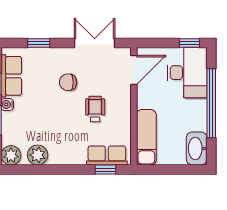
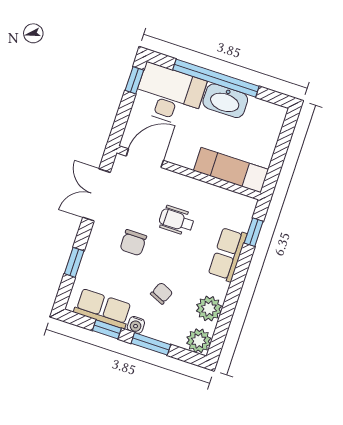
door: (134, 70) -> (145, 158), hinge flipped
chair: (37, 116) -> (162, 293), added
washbasin: (197, 148) -> (225, 101), moved
row of seats: (107, 155) -> (228, 254), moved

